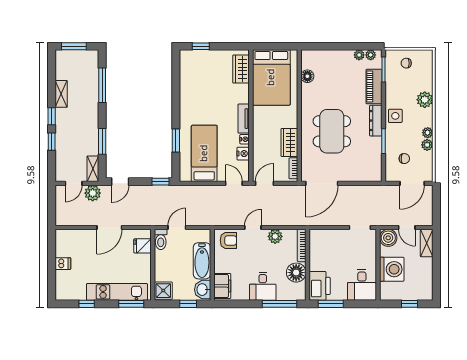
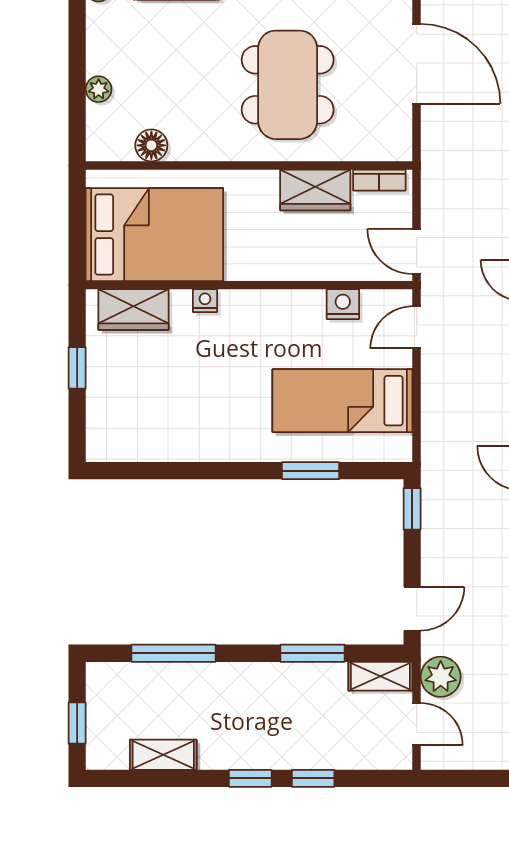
window: (74, 46) -> (77, 723), width x0.67
window: (201, 46) -> (77, 368), moved
plant: (359, 55) -> (99, 89), moved
shelving: (61, 94) -> (163, 755), moved
tv unit: (244, 119) -> (256, 303), removed
dining table: (332, 131) -> (288, 85), turned 90
nightstand: (245, 139) -> (205, 301), moved
door: (120, 182) -> (412, 609), hinge flipped
door: (322, 183) -> (417, 64), moved

